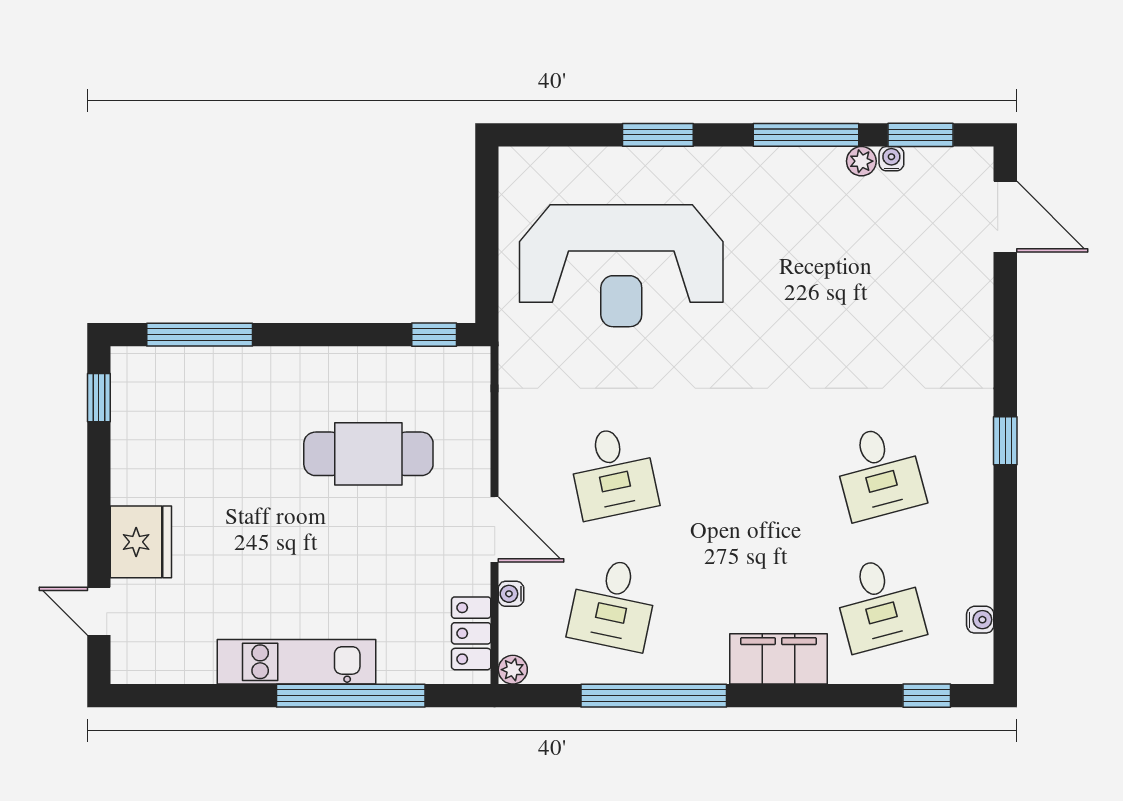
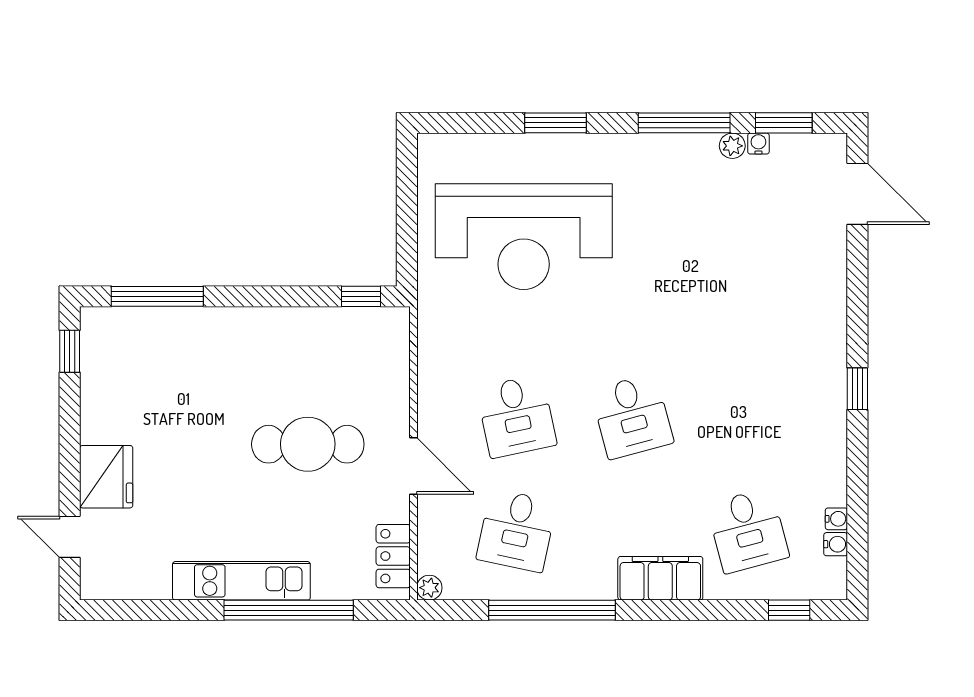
cafe table: (368, 454) -> (308, 444), moved
desk: (879, 472) -> (632, 416), moved
water cooler: (511, 594) -> (836, 519), moved, turned 180

